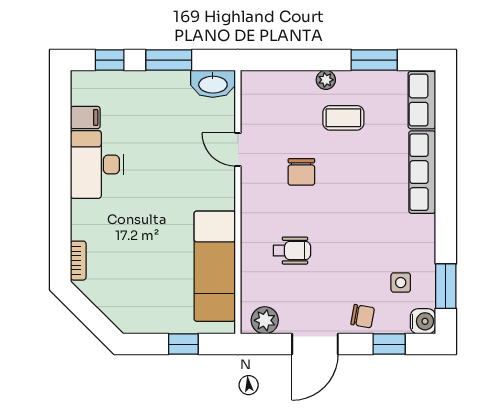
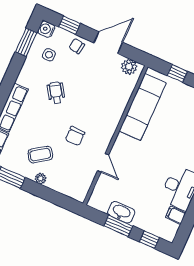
washbasin: (213, 84) -> (121, 212), moved
coffee table: (343, 118) -> (40, 155), turned -35
chair: (301, 172) -> (75, 136), turned 180
wheelchair: (292, 251) -> (56, 93), moved, turned 57

